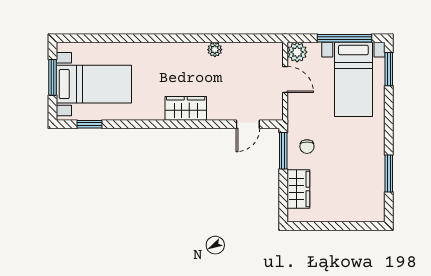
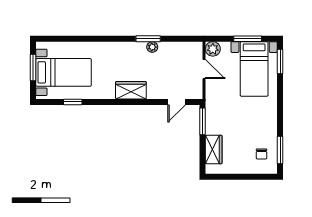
window: (209, 38) -> (148, 39), added
window: (345, 38) -> (248, 39), width x0.69
window: (89, 124) -> (73, 102), moved
chair: (307, 147) -> (262, 154), moved
window: (389, 173) -> (280, 150), moved

